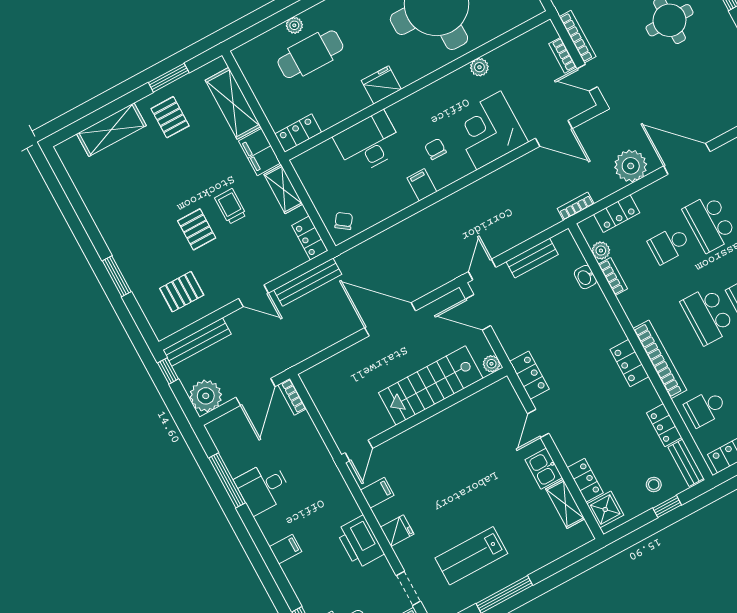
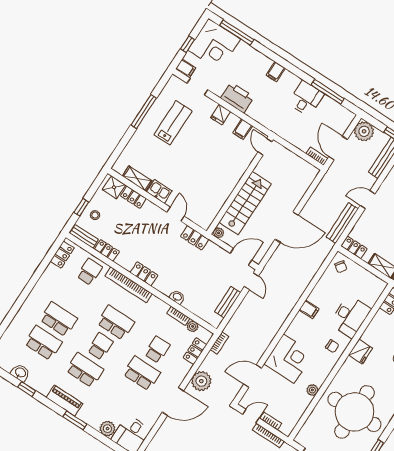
chair: (435, 149) -> (332, 346), moved
washbasin: (585, 277) -> (177, 297), moved

